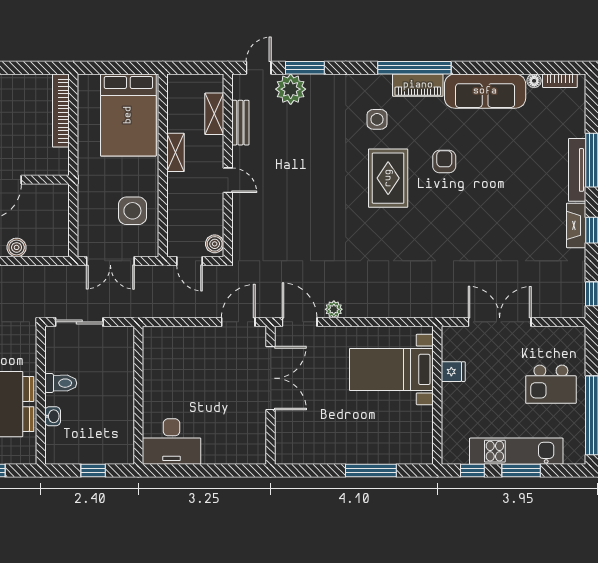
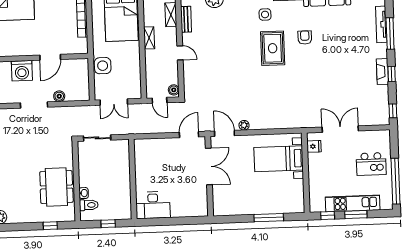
tv unit: (577, 170) -> (381, 24), moved
side table: (132, 211) -> (103, 66), moved
fridge: (453, 372) -> (314, 146), moved
toilet: (61, 383) -> (89, 205), moved

